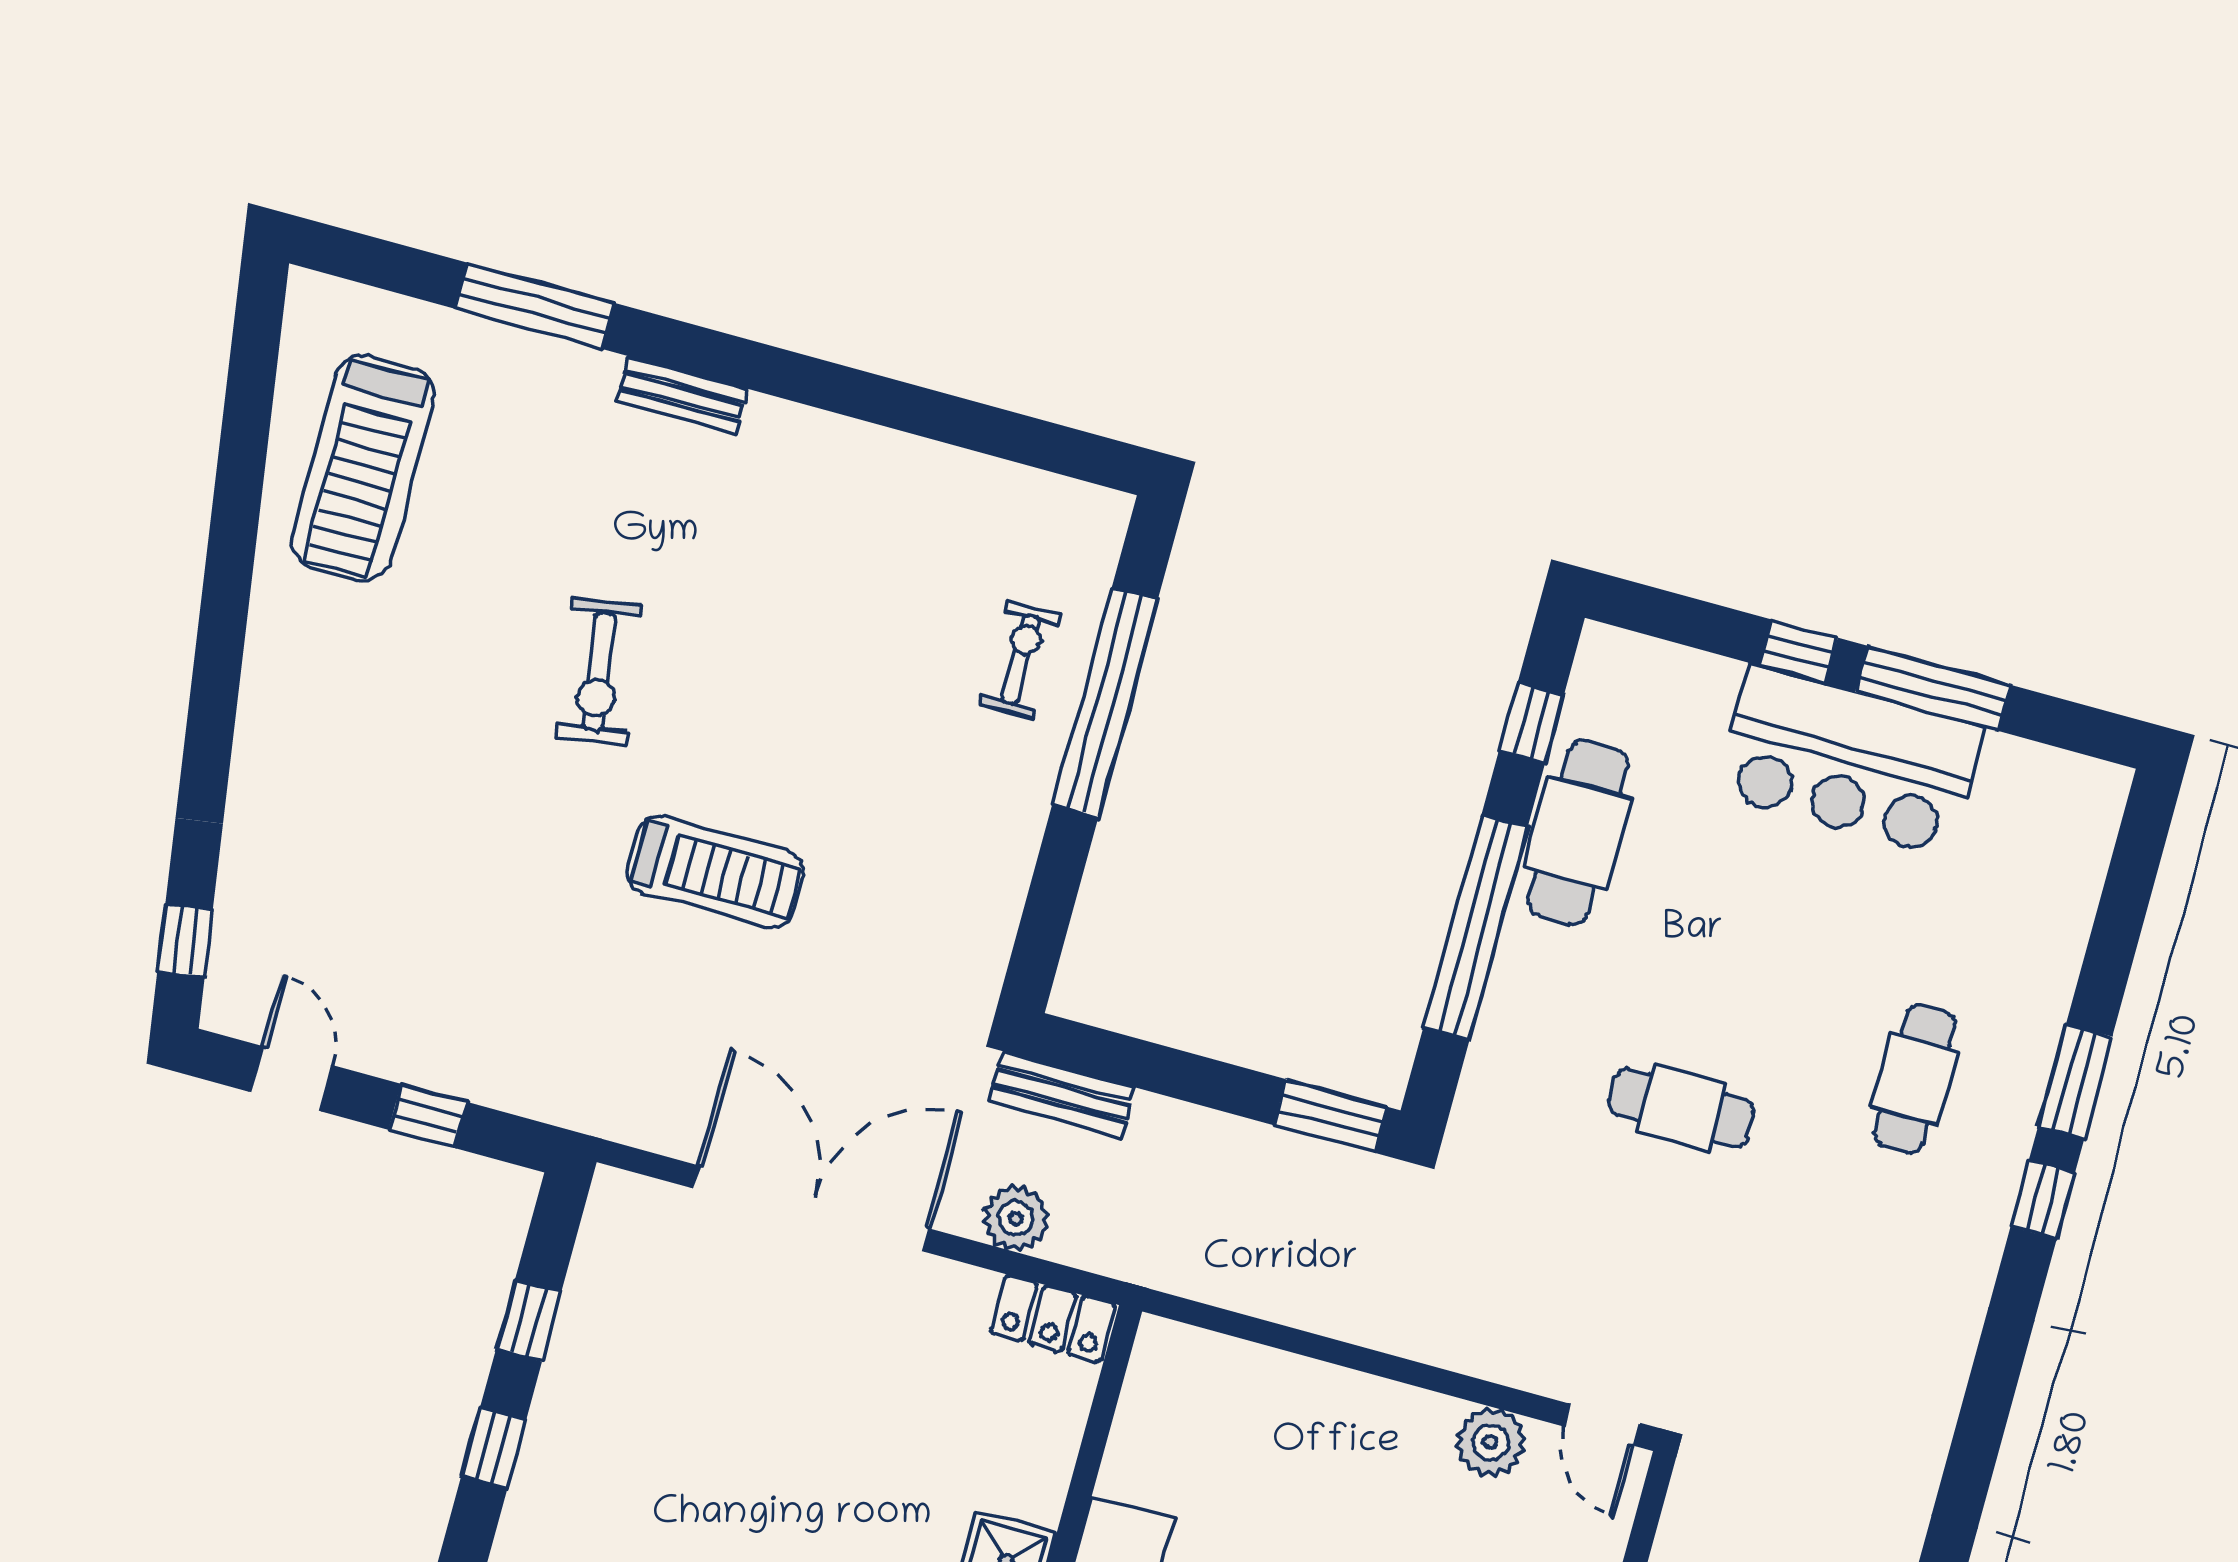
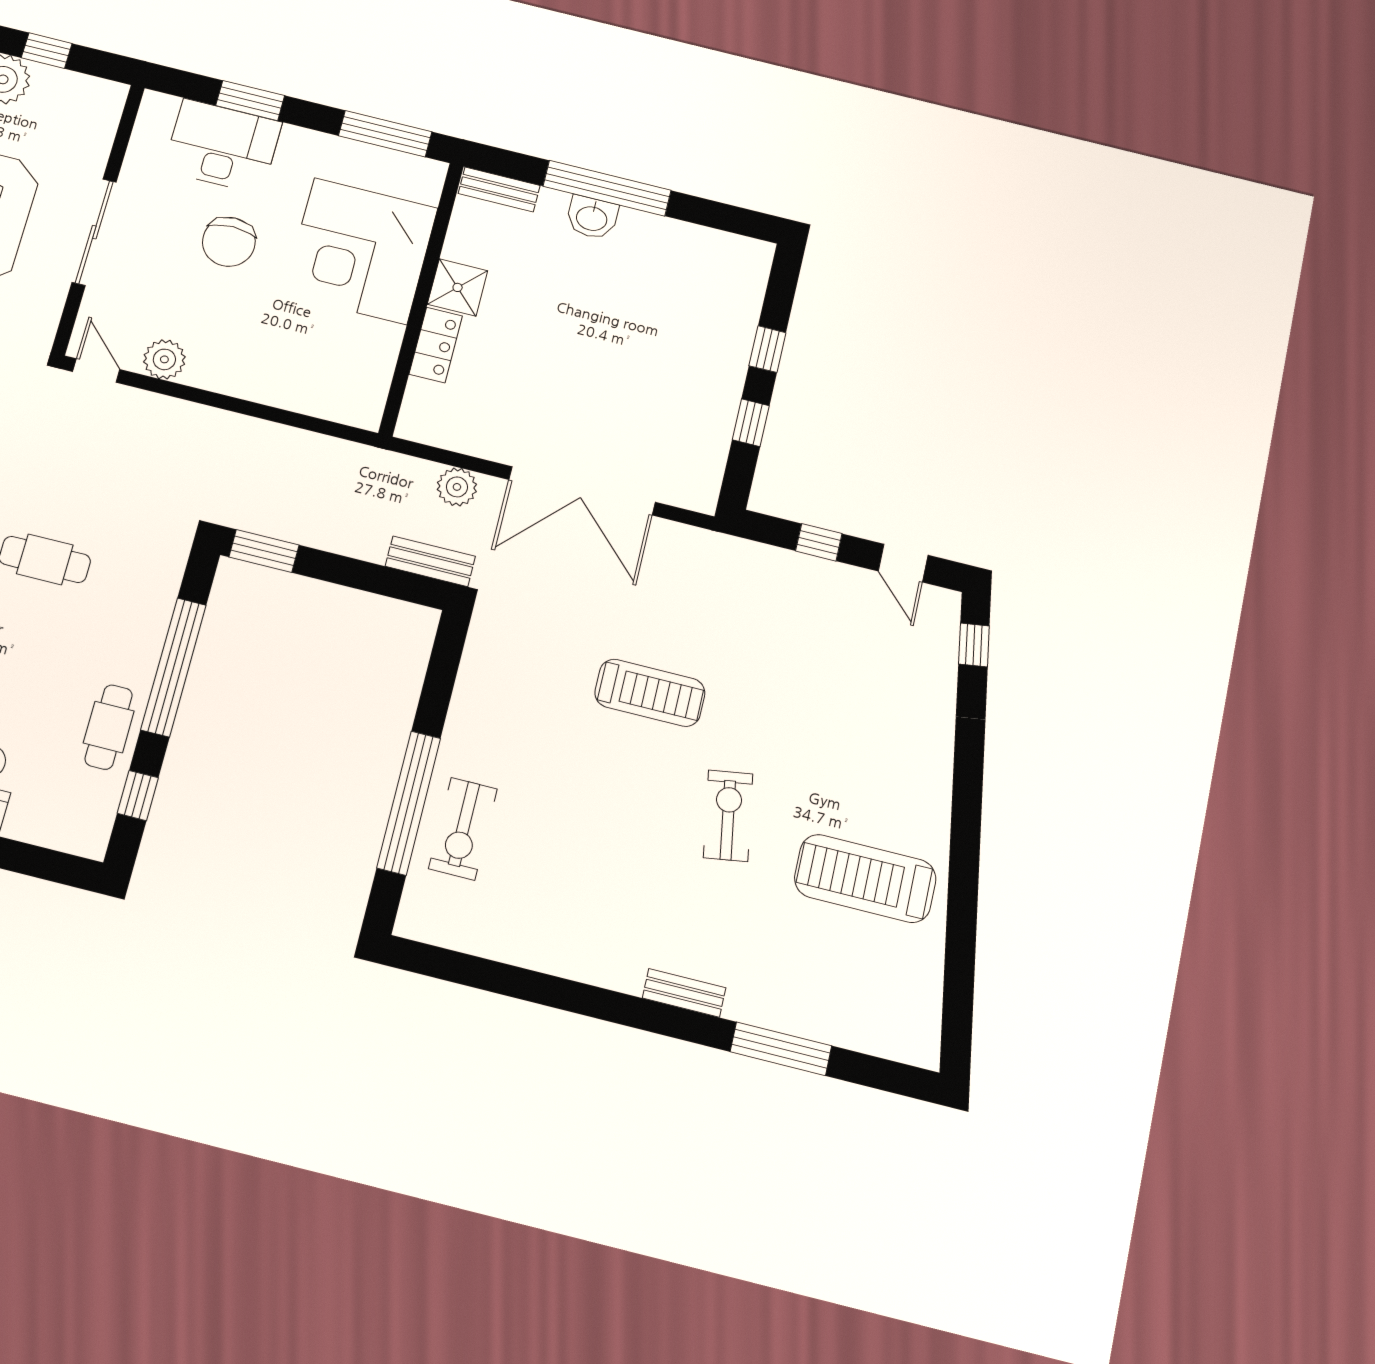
treadmill: (363, 468) -> (865, 878), moved, turned -90
exercise bike: (1020, 659) -> (463, 829), width x1.38, depth x1.39
cafe table: (1578, 833) -> (109, 727), width x0.73, depth x0.74
treadmill: (715, 872) -> (650, 693), turned 180
locker: (1053, 1319) -> (436, 345), moved, turned 90

